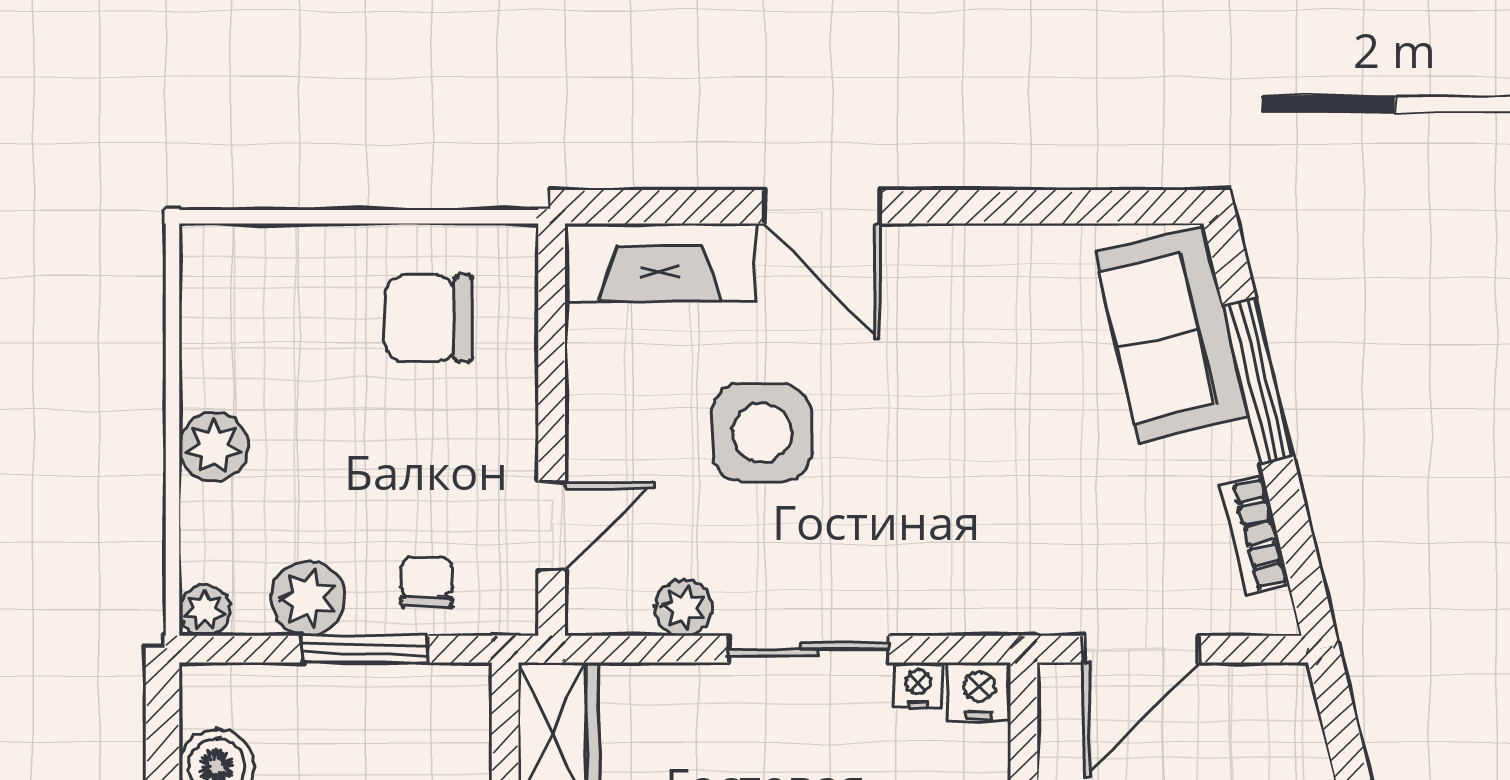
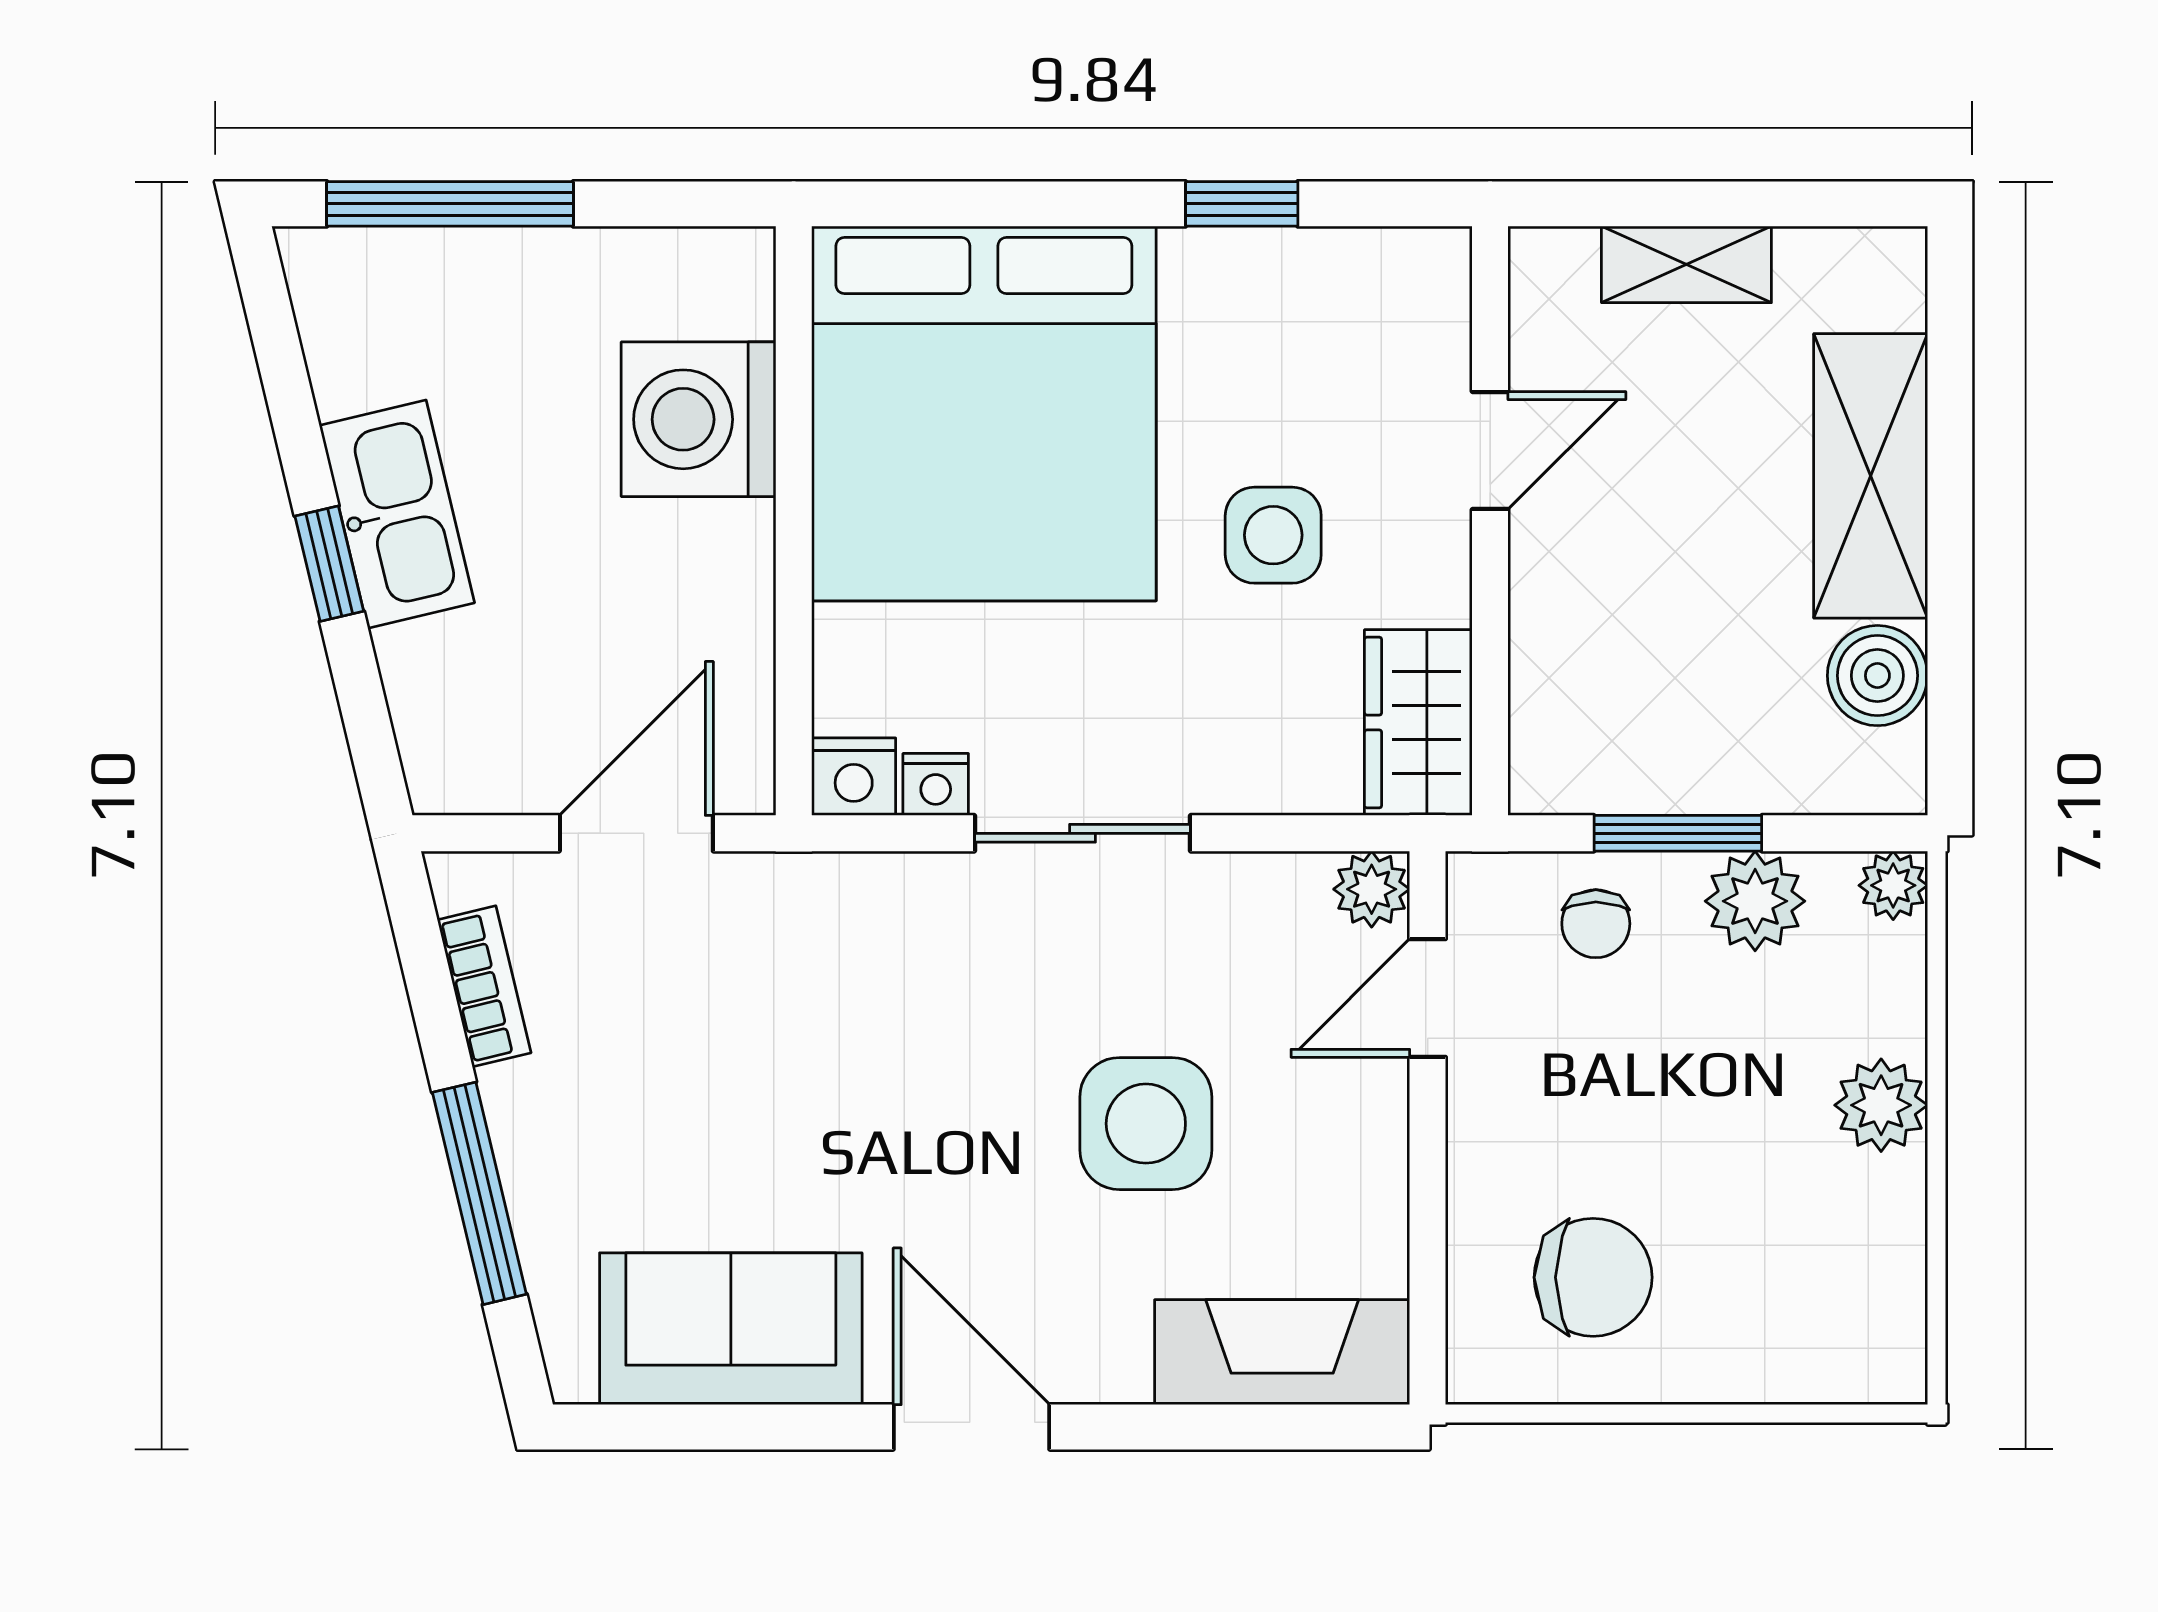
door: (822, 207) -> (972, 1427), moved
sofa: (1172, 334) -> (731, 1329), moved, turned -77
plant: (683, 607) -> (1372, 889), moved

